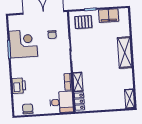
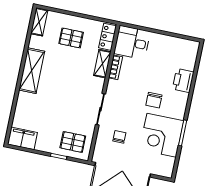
filing cabinet: (109, 16) -> (22, 138), moved
shelving: (125, 53) -> (32, 71), moved
pallet: (104, 94) -> (71, 38), added
chair: (28, 109) -> (154, 100), moved

